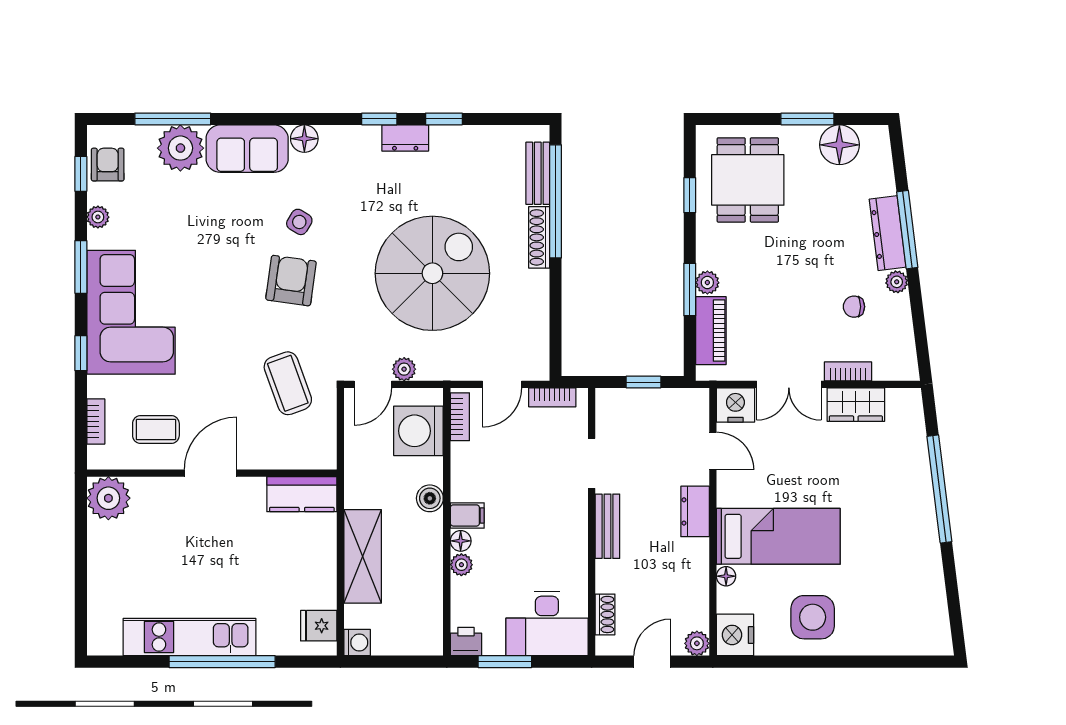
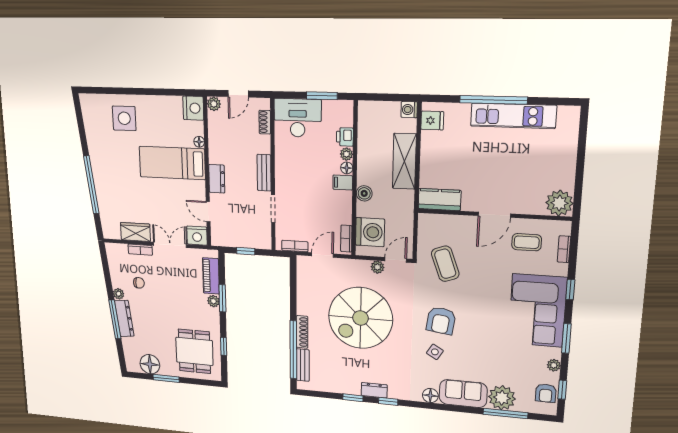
side table: (813, 617) -> (124, 118), moved
printer: (466, 642) -> (345, 137), moved, turned 90

